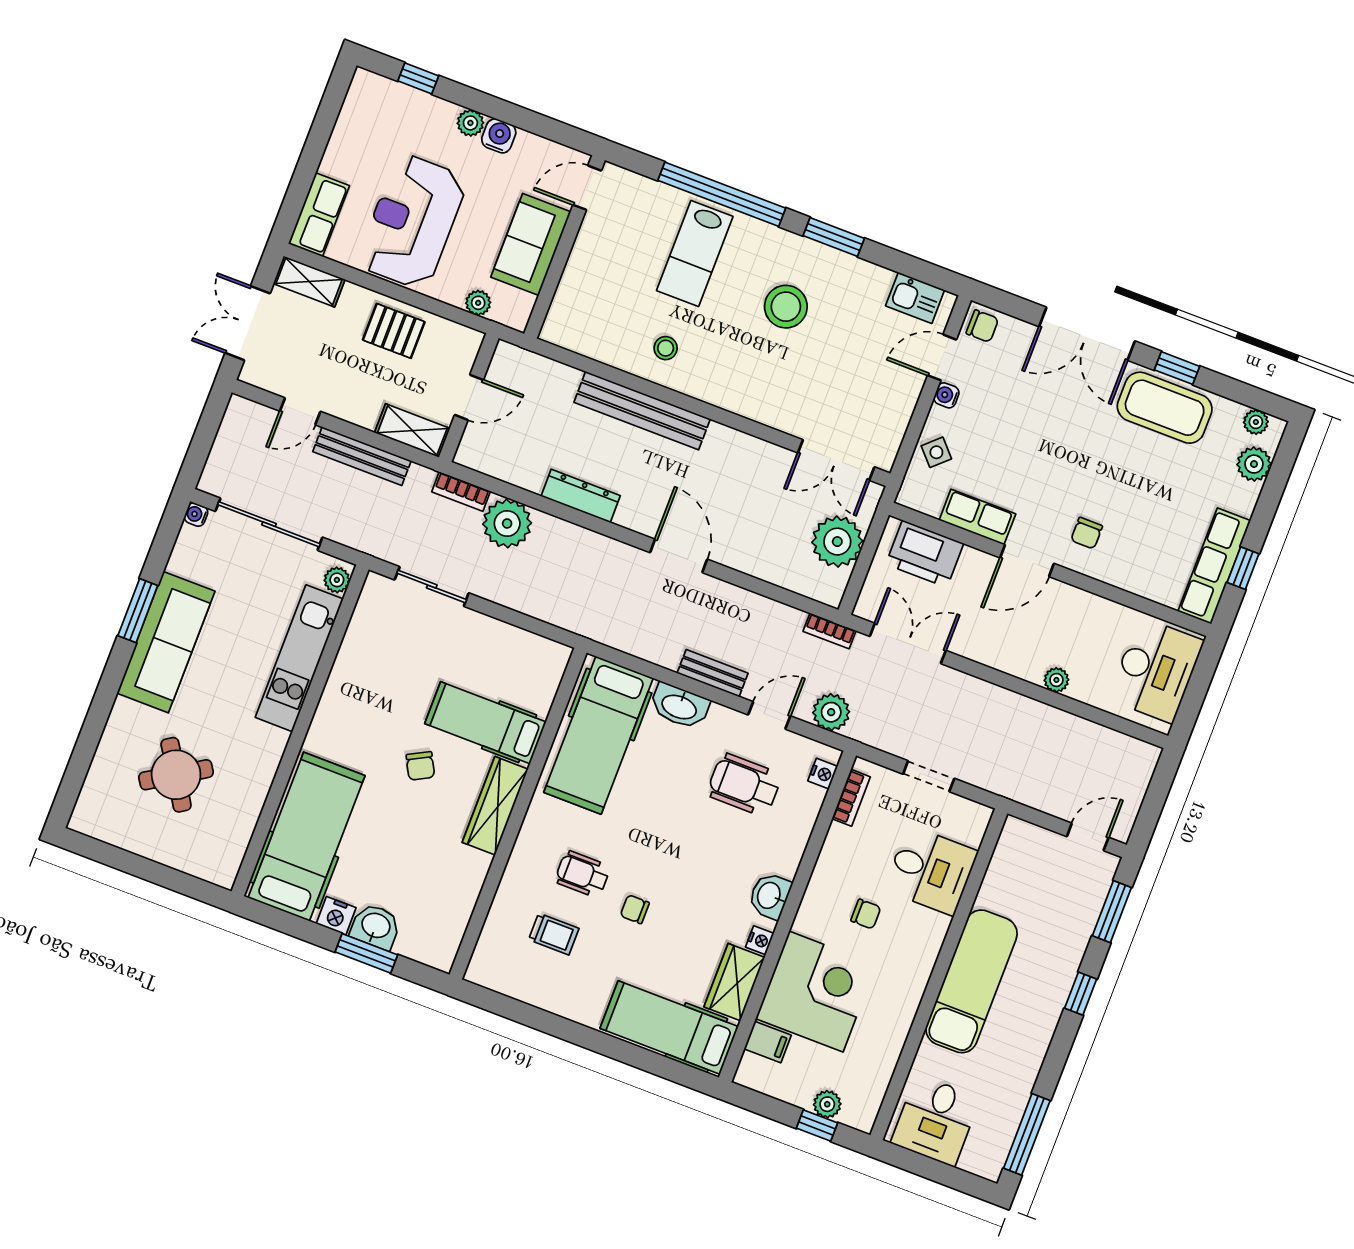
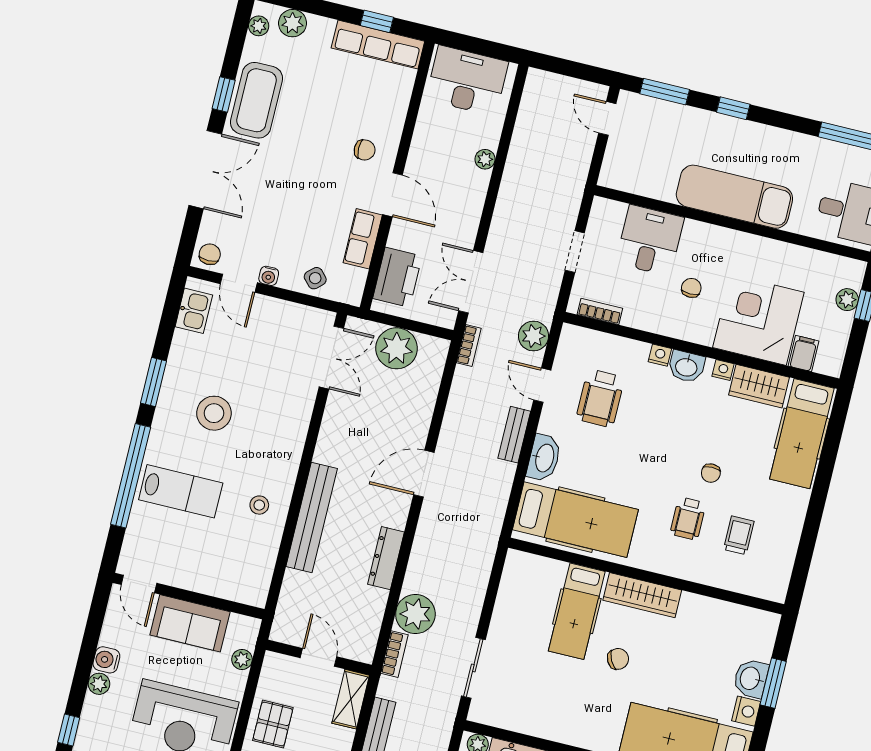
nightstand: (823, 774) -> (660, 355), moved

